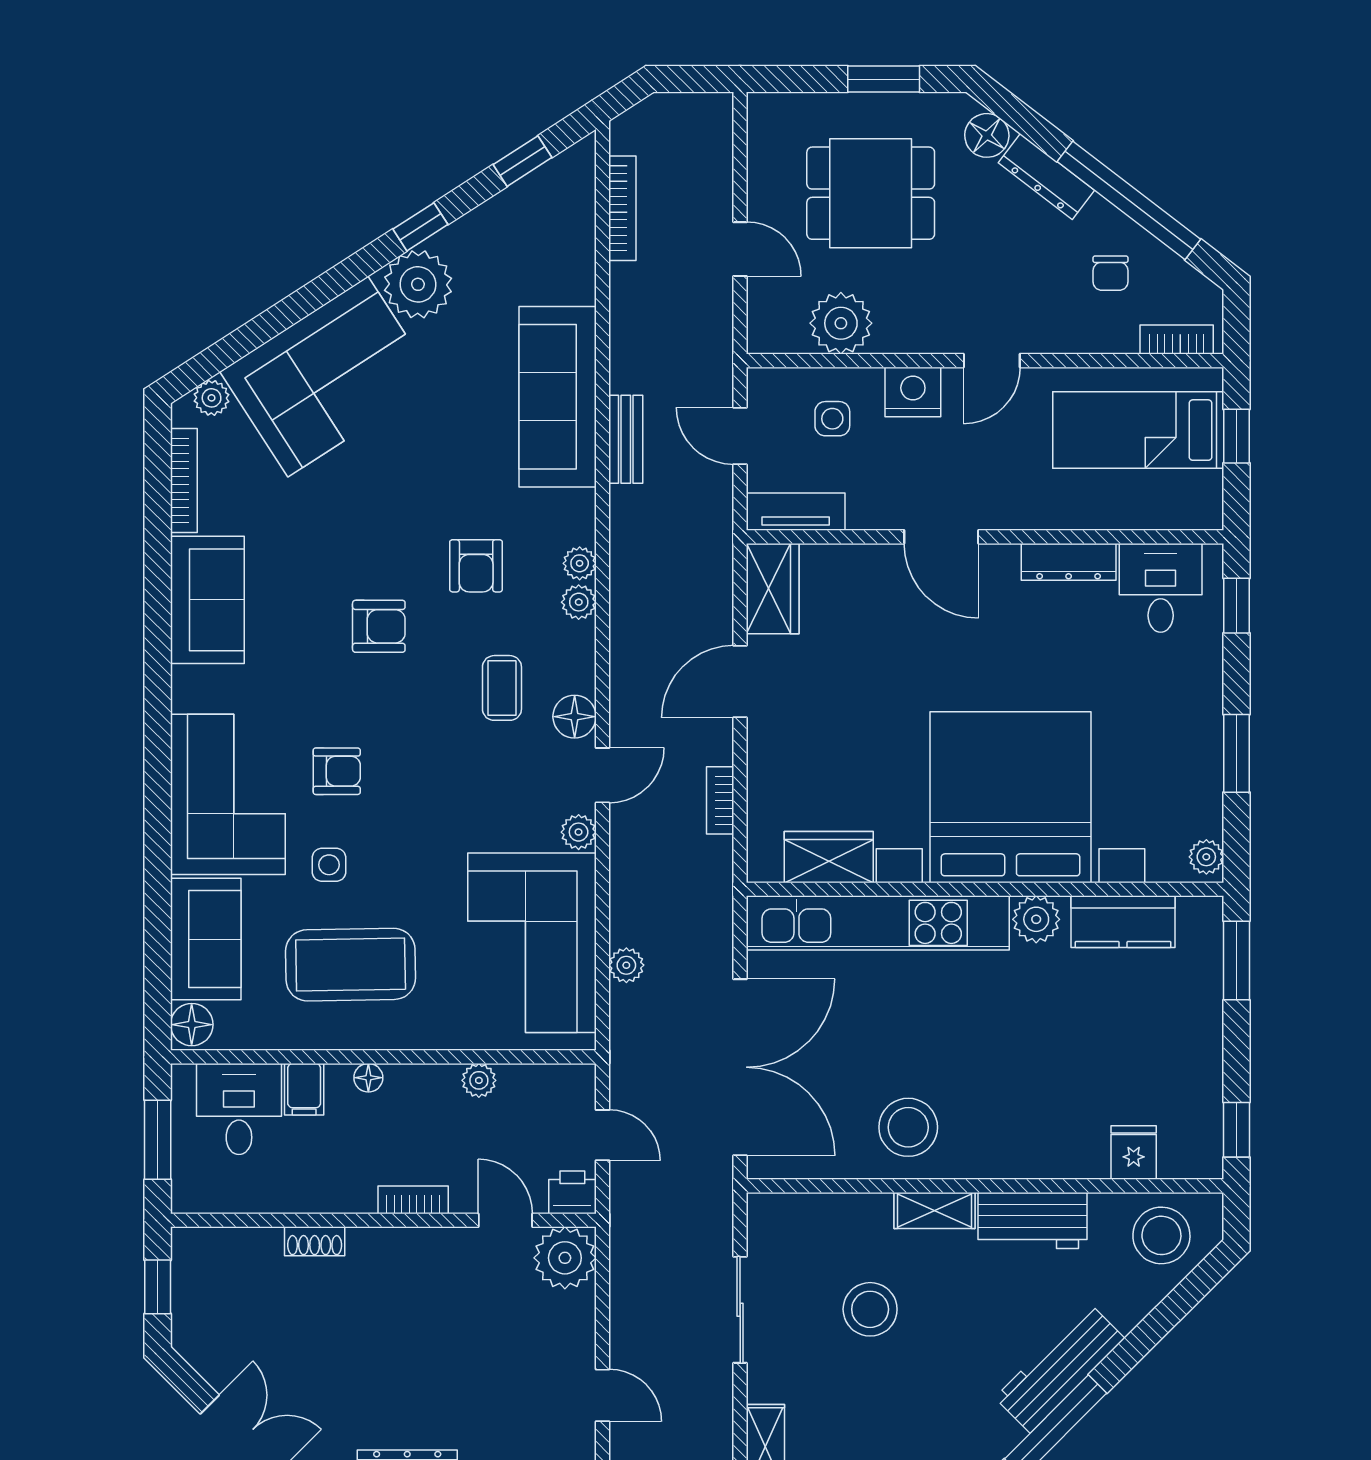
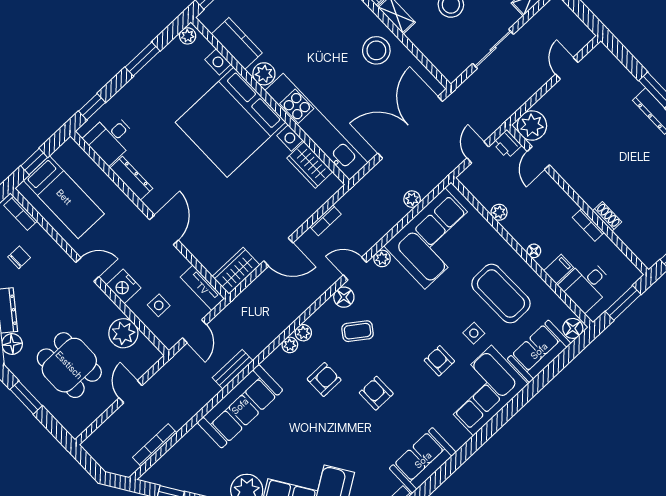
coffee table: (502, 688) -> (358, 331), turned 36
bookcase: (413, 1200) -> (588, 225), moved

